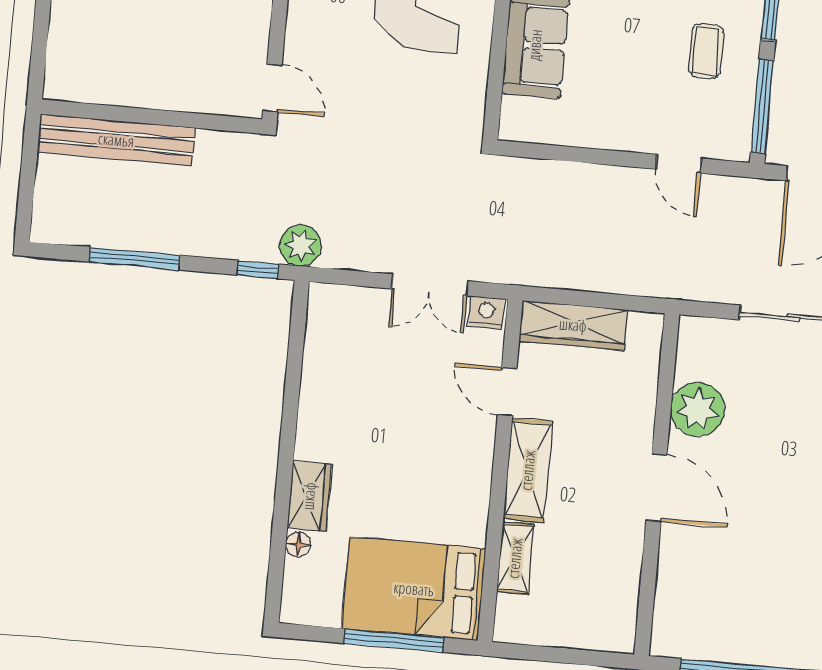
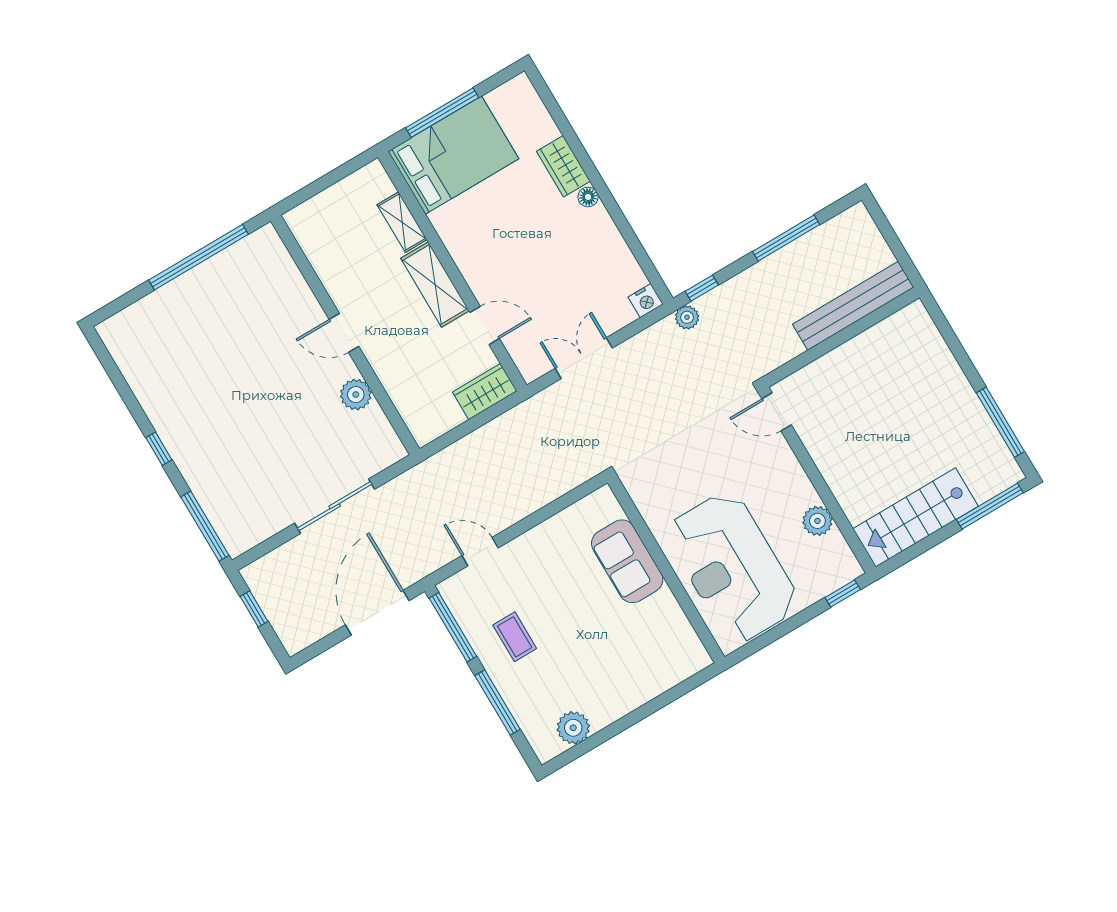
plant: (300, 245) -> (687, 317), width x0.73, depth x0.73
nightstand: (486, 313) -> (646, 301), moved
wardrobe: (573, 325) -> (485, 391), width x0.67
plant: (698, 409) -> (356, 395), width x0.73, depth x0.73
door: (656, 488) -> (344, 333), width x0.73
floor lamp: (298, 544) -> (588, 197), moved

